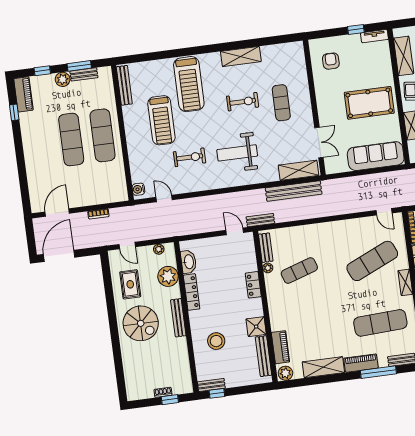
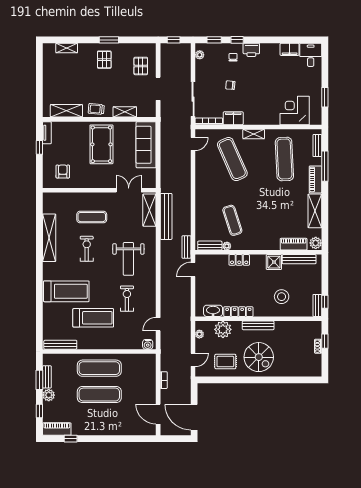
shelving: (241, 56) -> (49, 238), width x1.47
armchair: (331, 61) -> (63, 171), turned 90
spiral stairs: (141, 323) -> (259, 357), turned 90

